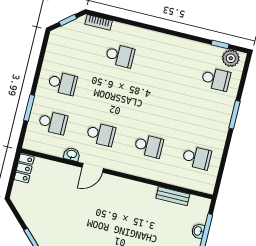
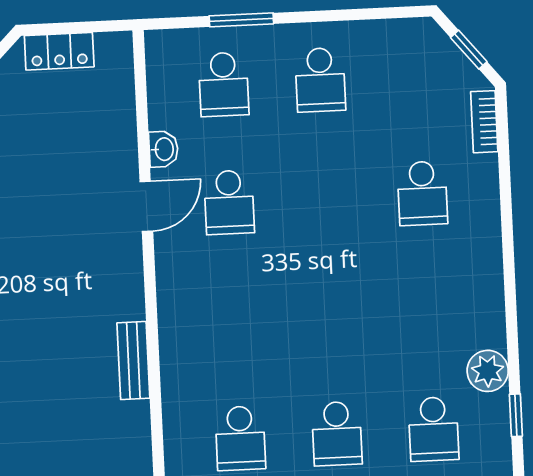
plant: (231, 58) -> (488, 371), moved
school desk: (149, 146) -> (337, 434), moved
locker: (24, 168) -> (59, 51), moved
door: (93, 168) -> (146, 206), swing flipped
bench: (173, 196) -> (133, 361), moved

